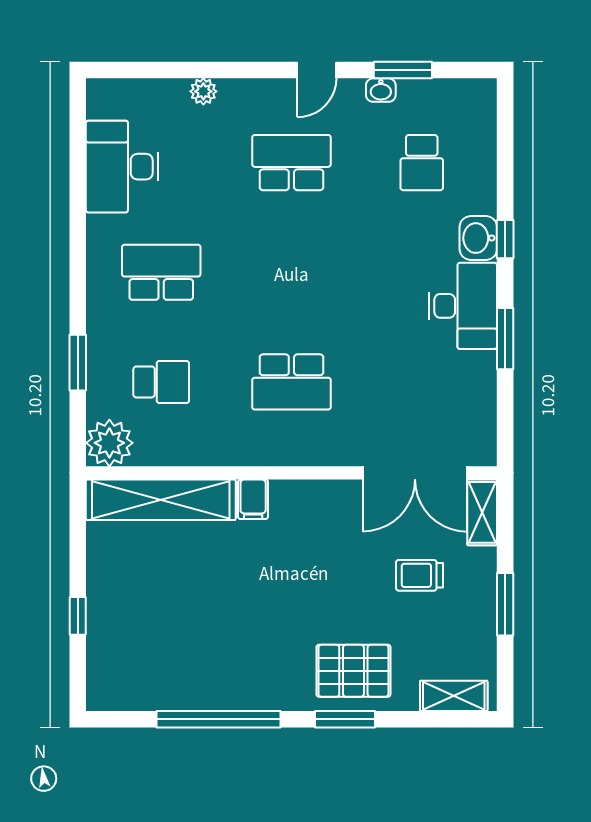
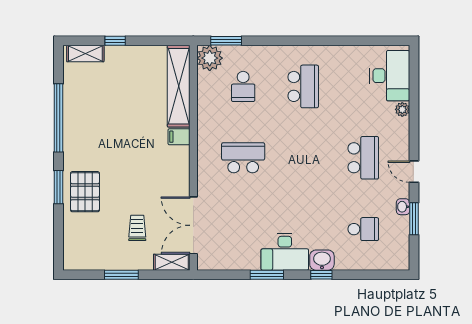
school desk: (422, 163) -> (363, 229), turned 180
desk: (122, 167) -> (390, 76), moved, turned 90
window: (78, 363) -> (226, 41), moved
school desk: (291, 382) -> (243, 158), turned 90
shelving: (454, 696) -> (85, 54), moved, turned 90

